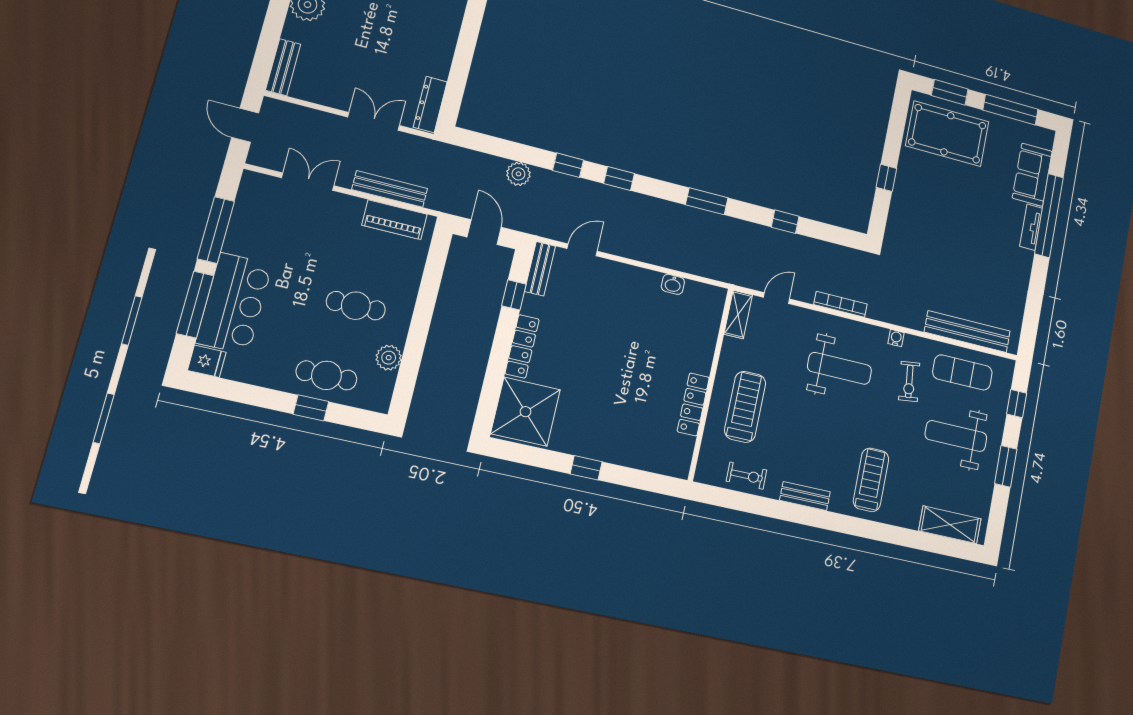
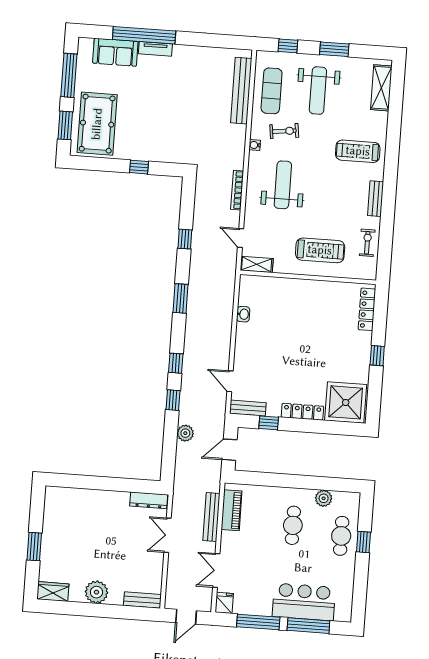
fridge: (207, 361) -> (224, 603), moved
locker: (693, 404) -> (367, 309), moved, turned 90
treadmill: (745, 407) -> (320, 250), turned 180

